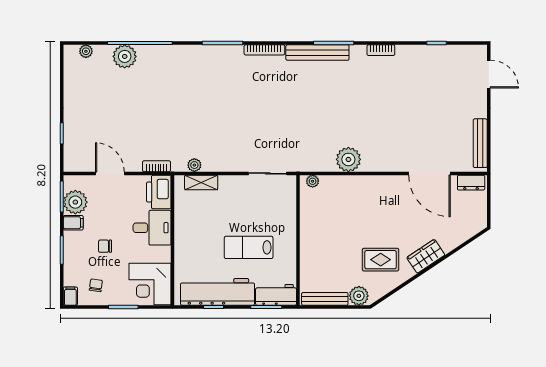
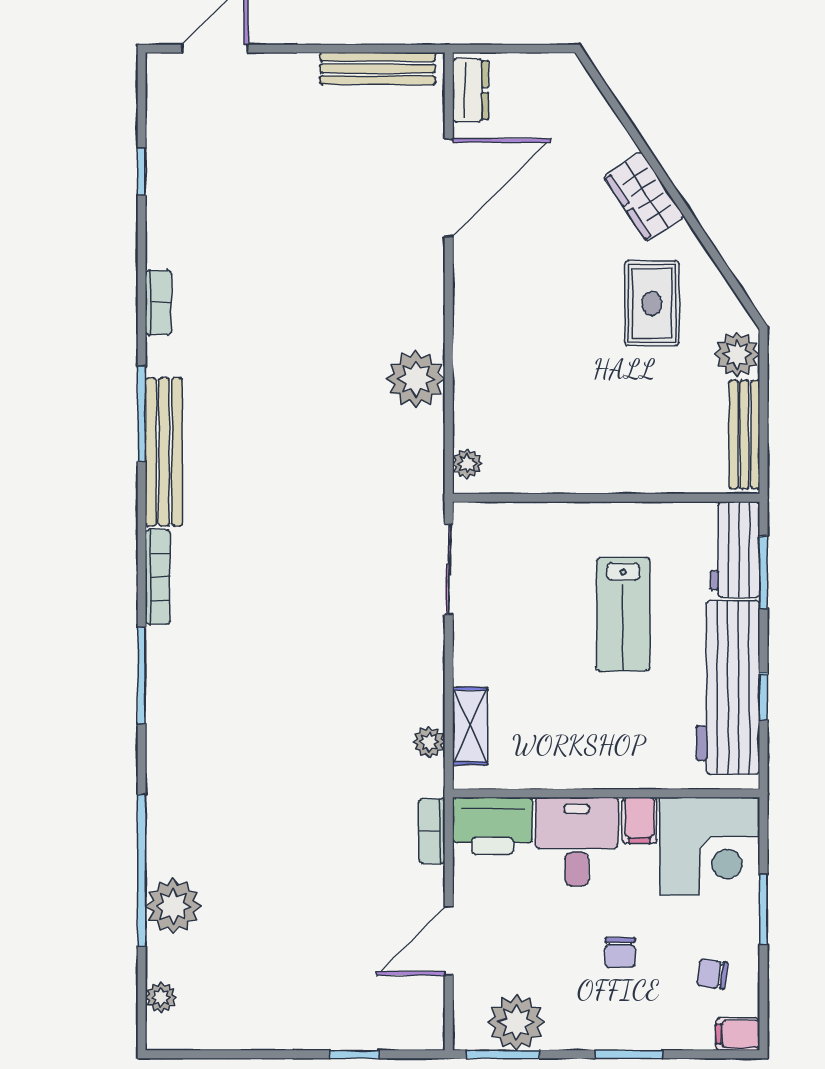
filing cabinet: (73, 223) -> (639, 820), moved, turned 180

